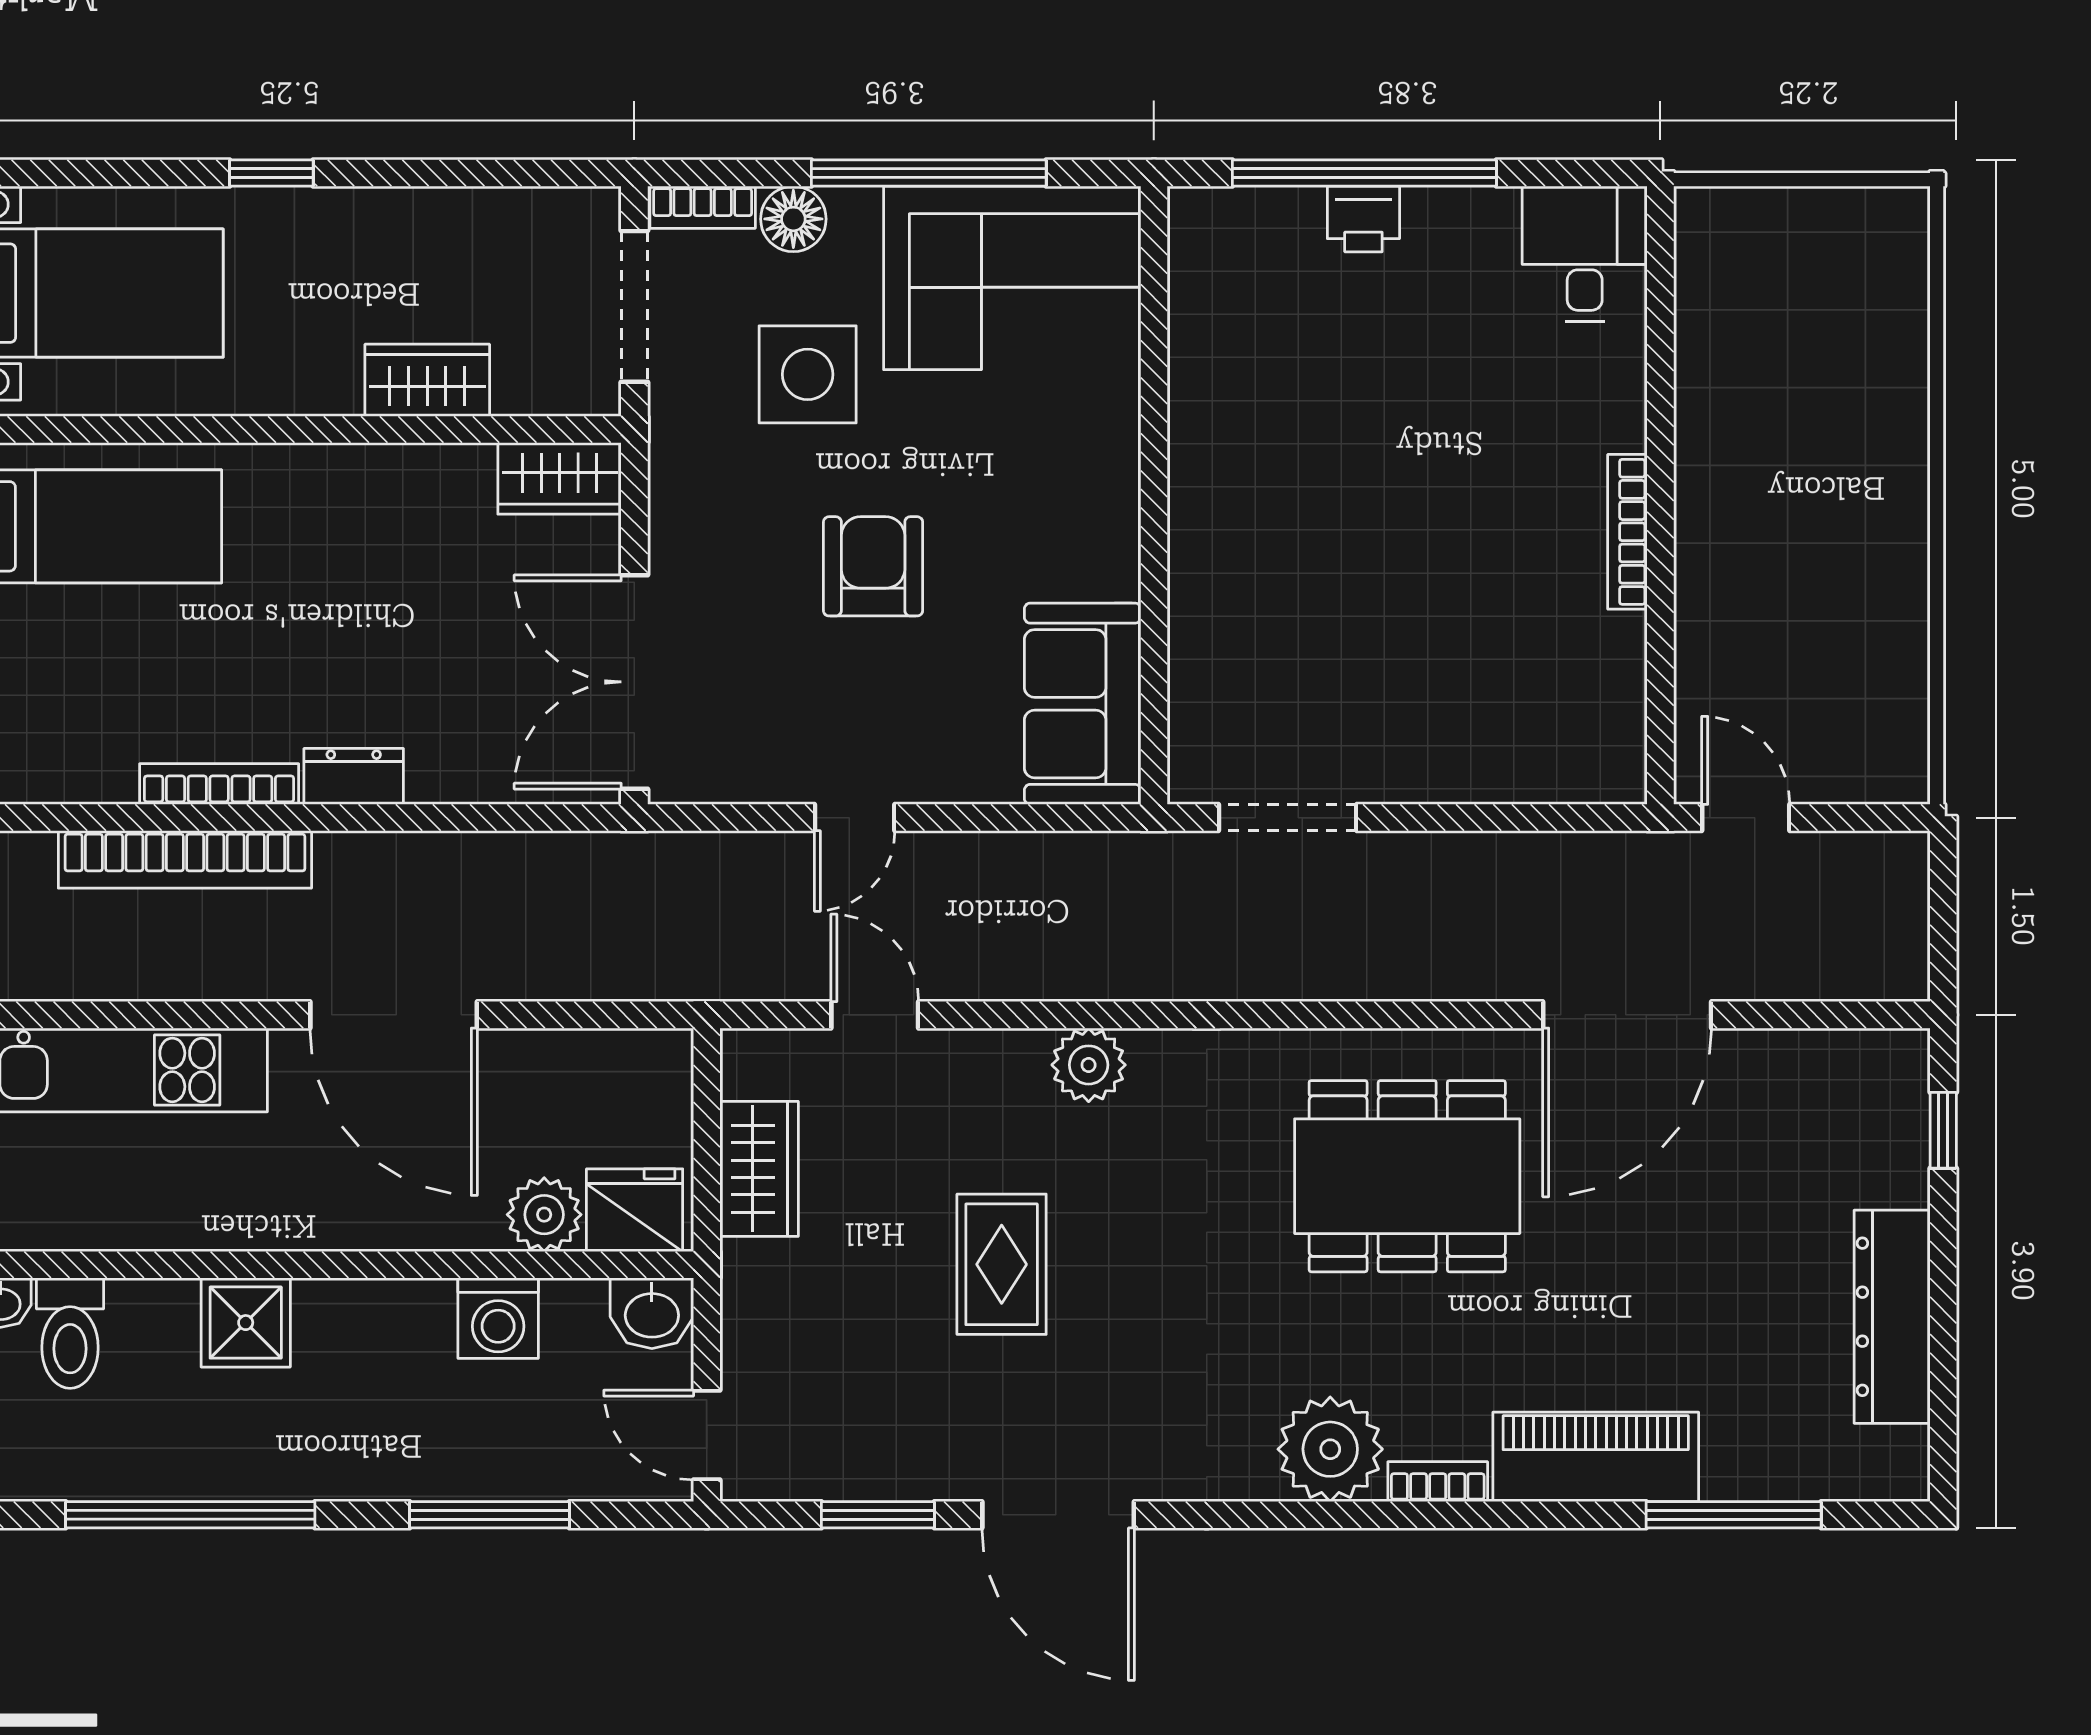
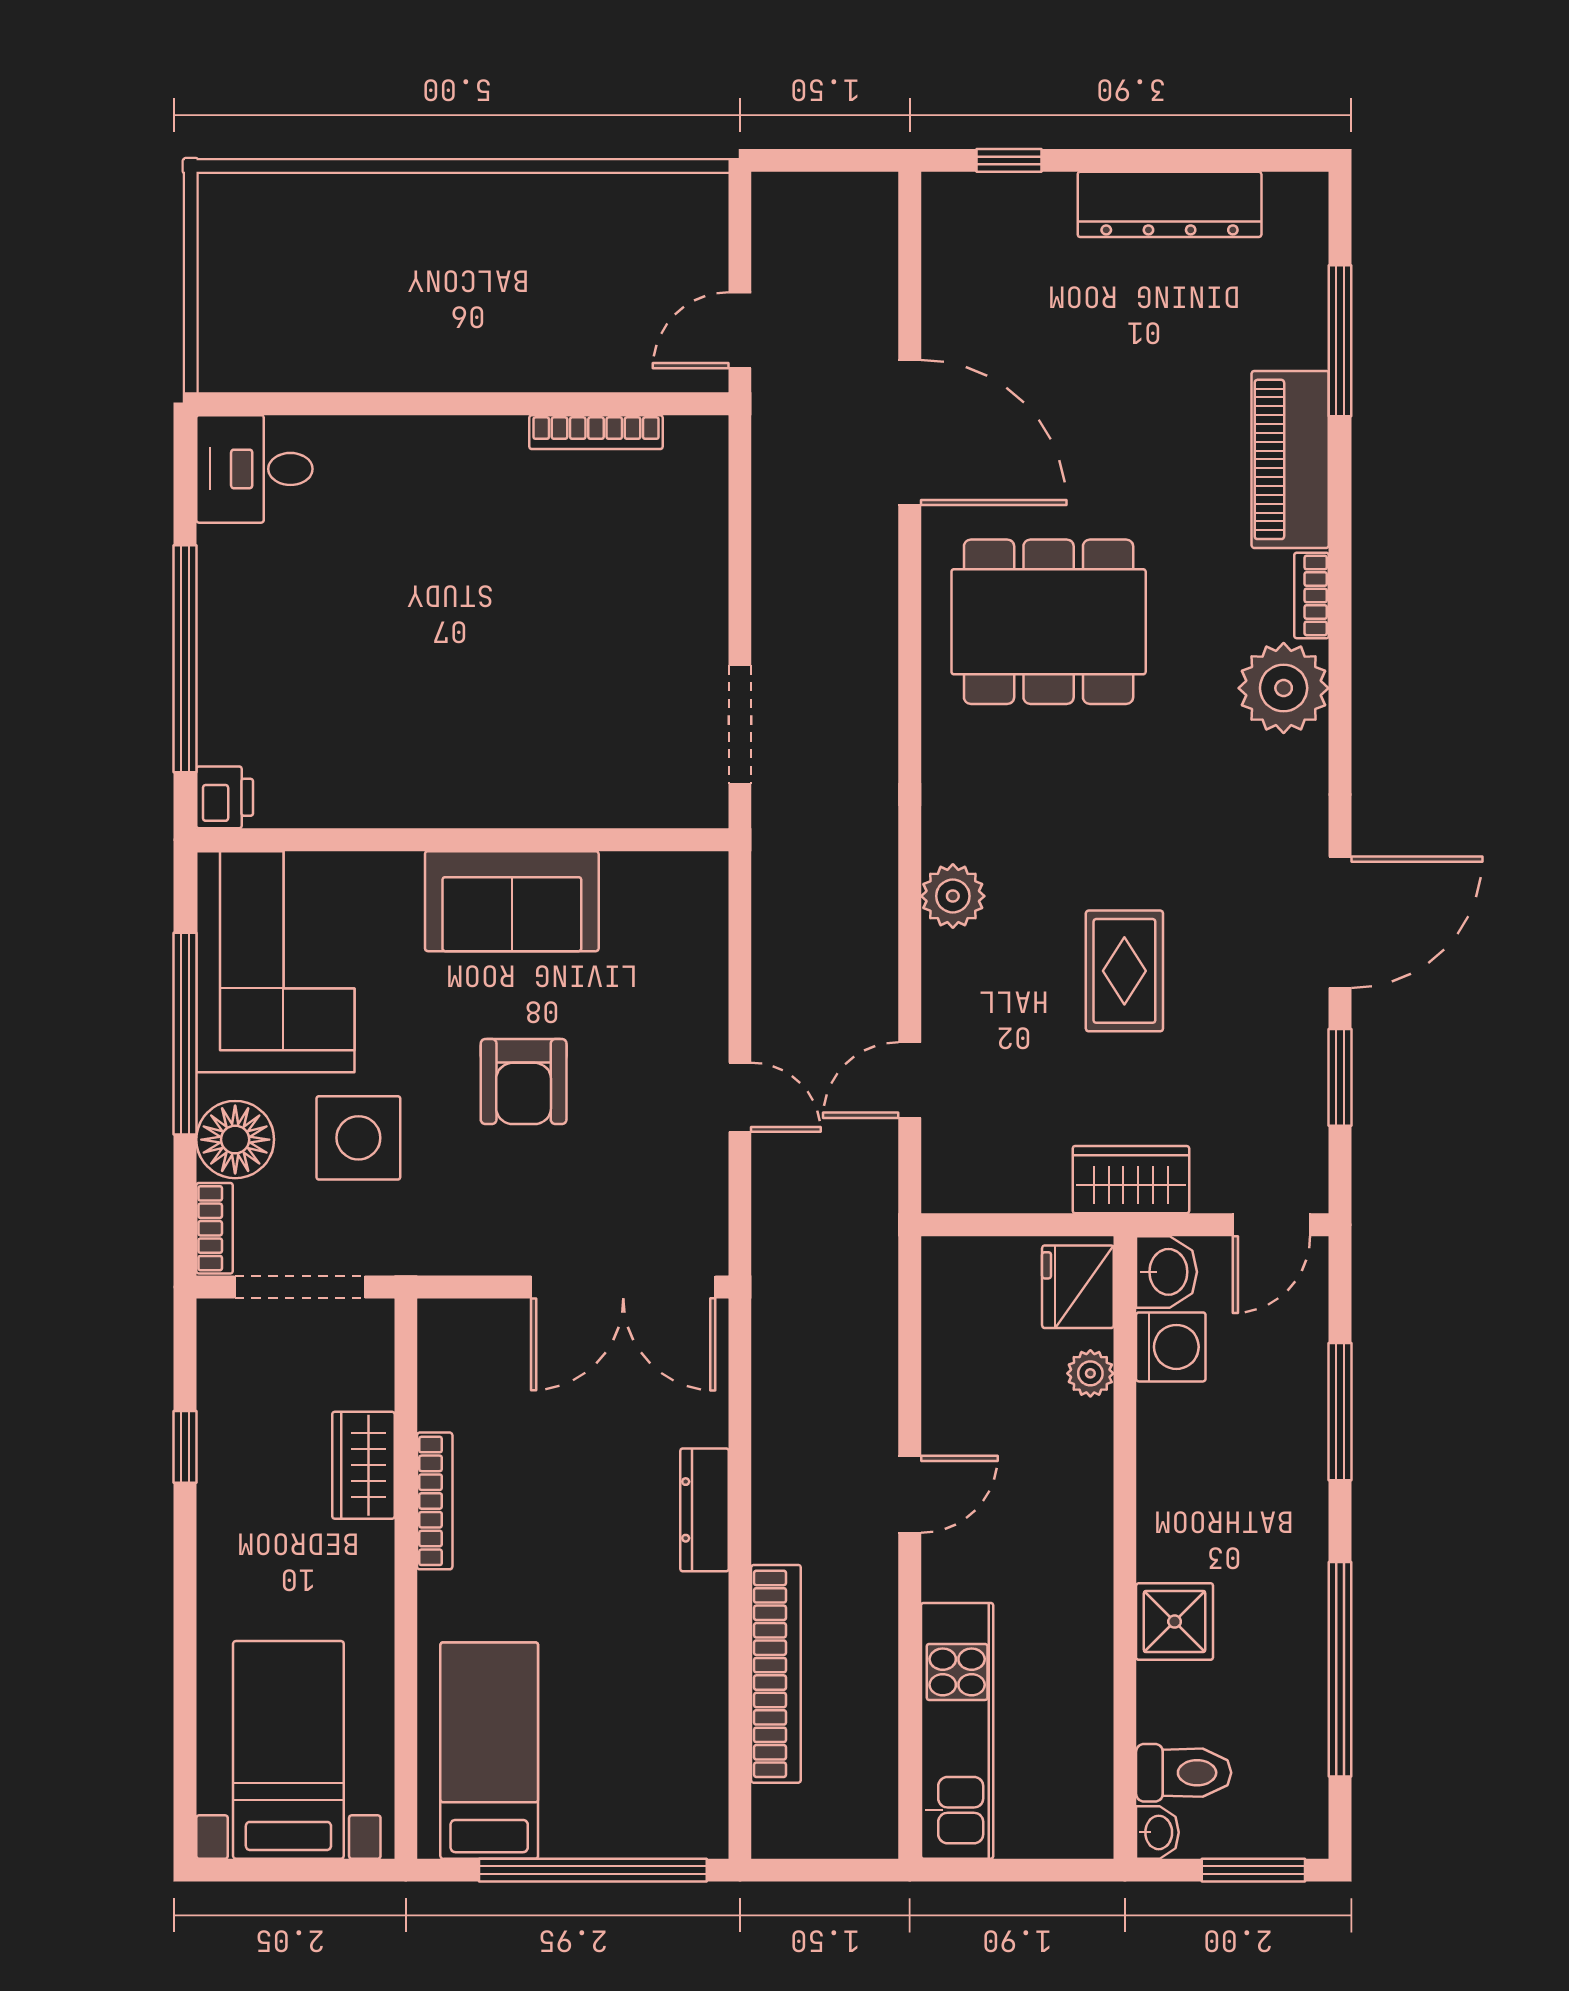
window: (271, 173) -> (185, 1447), moved
floor lamp: (793, 219) -> (235, 1140), width x1.38, depth x1.38
printer: (1363, 219) -> (225, 797), moved
wardrobe: (560, 478) -> (448, 1351), removed
bookcase: (1627, 532) -> (596, 432), moved
armchair: (873, 566) -> (524, 1082), turned -90
sofa: (1083, 704) -> (512, 901), moved
dresser: (354, 776) -> (704, 1510), width x1.44
bookcase: (219, 784) -> (435, 1501), moved, turned 180
door: (394, 1015) -> (910, 1494), width x0.53
wardrobe: (759, 1169) -> (1131, 1180), moved
dining table: (1407, 1176) -> (1049, 622), turned 90
plant: (544, 1215) -> (1090, 1373), width x0.73, depth x0.73
rug: (1002, 1264) -> (1124, 971), turned 90
washing machine: (498, 1318) -> (1171, 1347), moved

